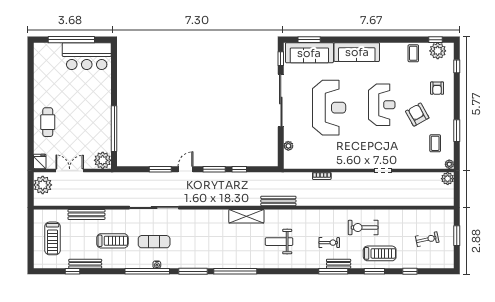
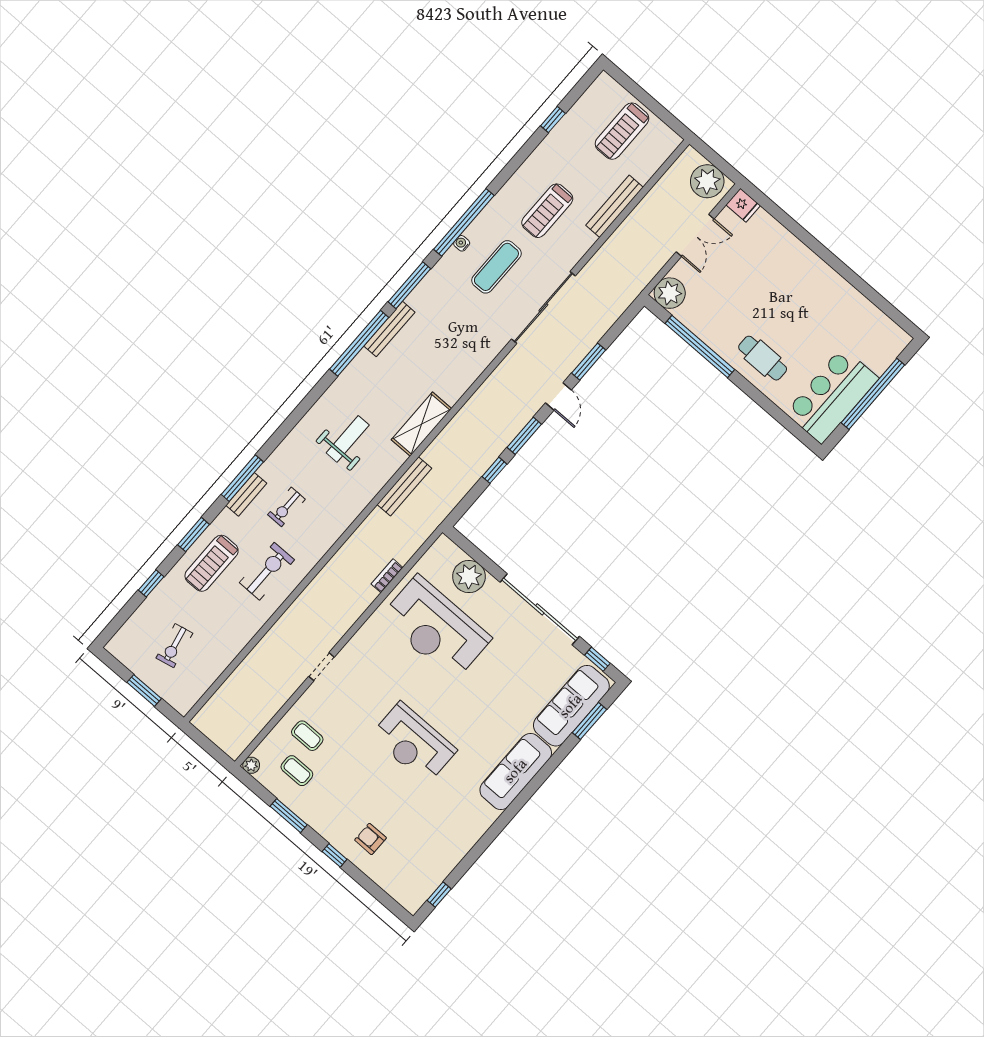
plant: (438, 51) -> (421, 884), removed
coffee table: (413, 53) -> (307, 736), moved
window: (457, 66) -> (335, 855), moved
reception desk: (329, 108) -> (436, 628), moved
armchair: (417, 115) -> (358, 780), removed
cafe table: (48, 122) -> (763, 358), moved
plant: (288, 146) -> (469, 577), width x1.87, depth x1.87
plant: (448, 179) -> (234, 746), removed
treadmill: (53, 238) -> (622, 131), turned -90
bench: (85, 264) -> (389, 329), moved

